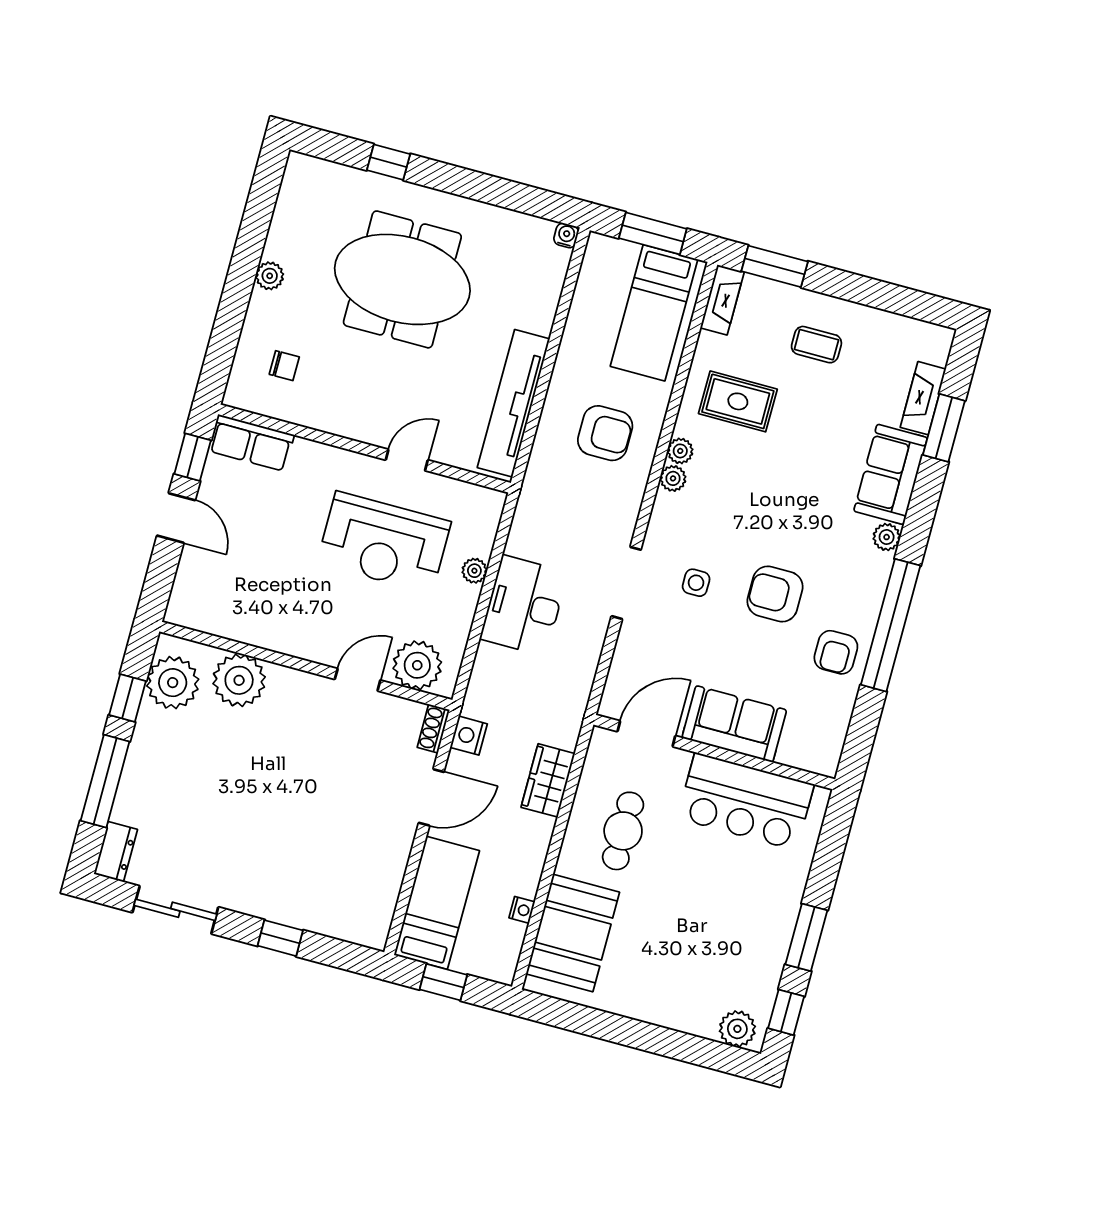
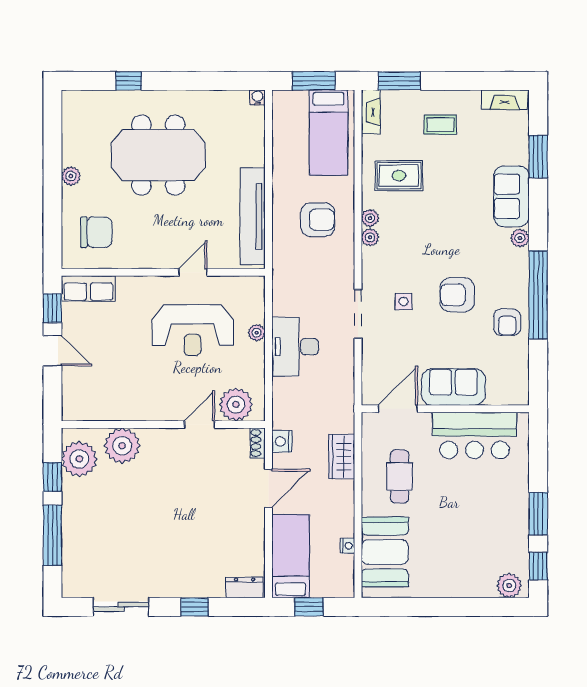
chair: (284, 366) -> (96, 232), width x1.87, depth x1.87
fireplace: (923, 398) -> (505, 100), moved, turned -90
dresser: (116, 852) -> (245, 588), moved, turned -90

